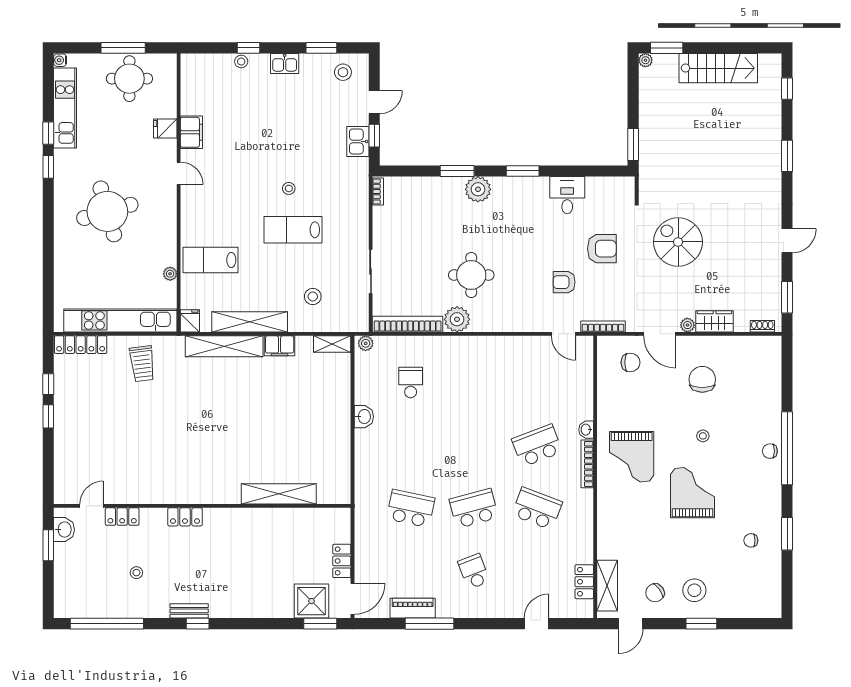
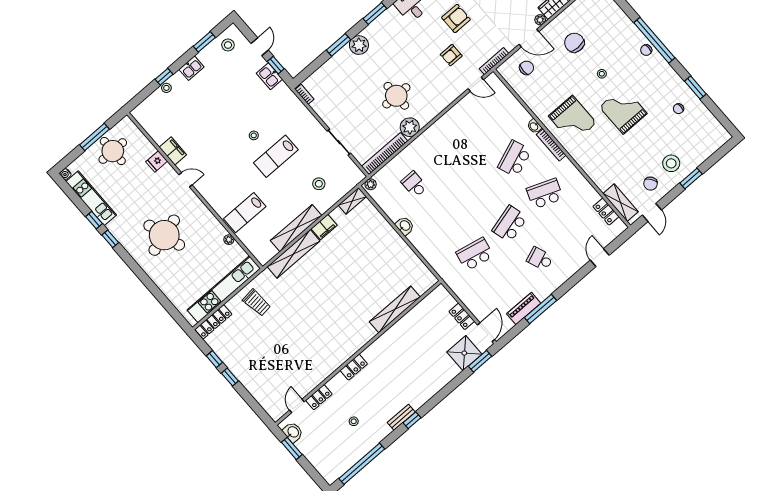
fridge: (190, 321) -> (262, 256), removed

